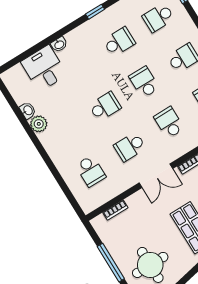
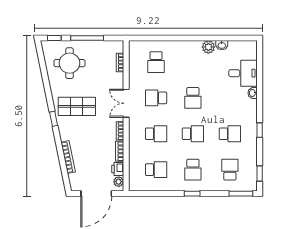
school desk: (119, 42) -> (230, 134), turned -90
school desk: (130, 147) -> (156, 98), turned -90
school desk: (91, 171) -> (156, 62), turned -90

